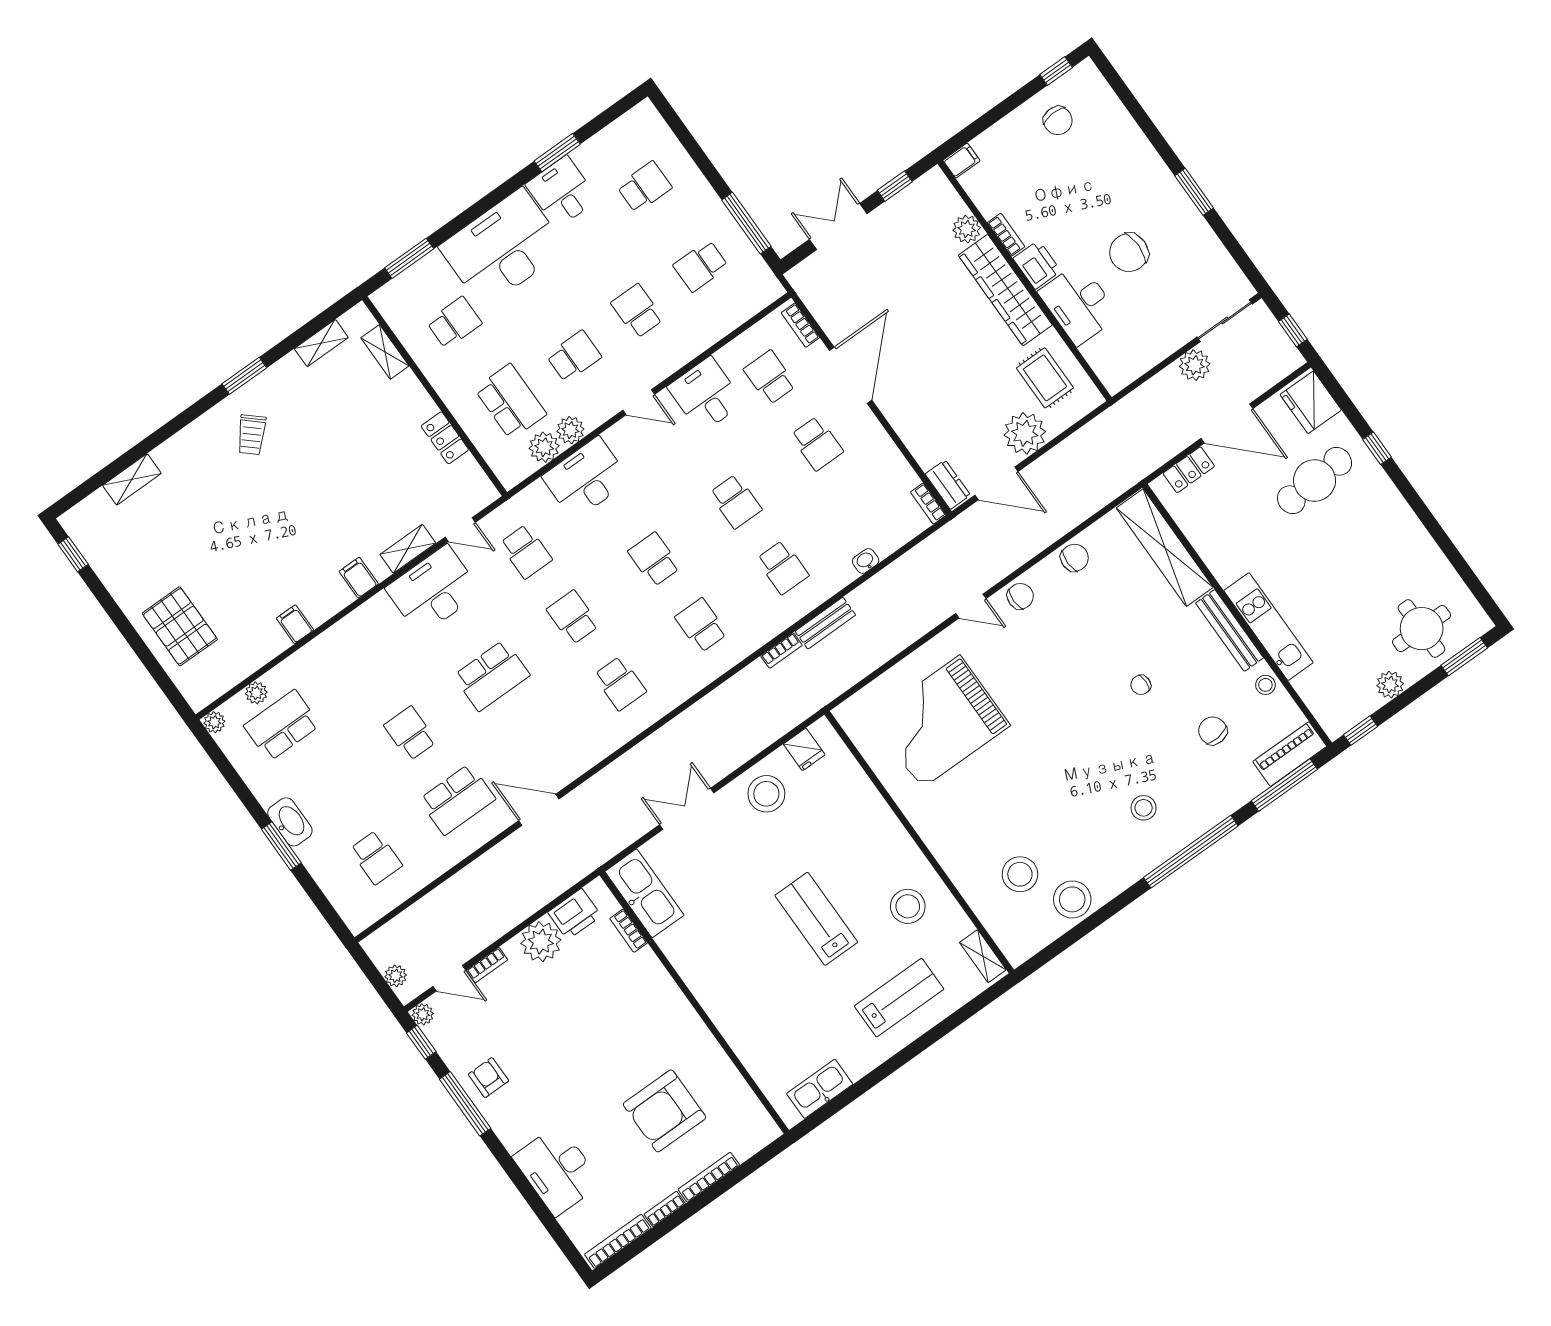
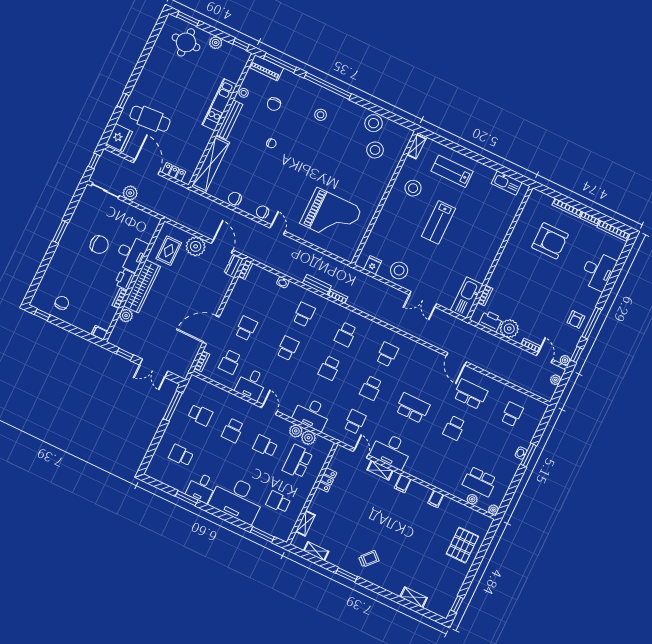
washbasin: (290, 822) -> (521, 453), width x0.52, depth x0.69

